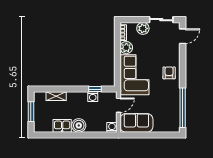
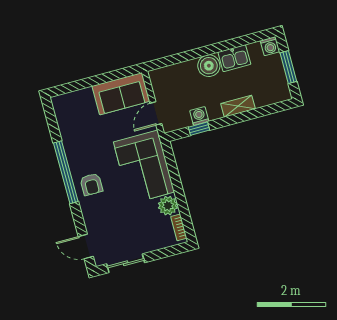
plant: (143, 28) -> (150, 242), removed
door: (183, 36) -> (86, 247), hinge flipped
shelving: (56, 96) -> (238, 106), moved
window: (183, 108) -> (66, 172), moved
washing machine: (112, 127) -> (270, 46), moved

